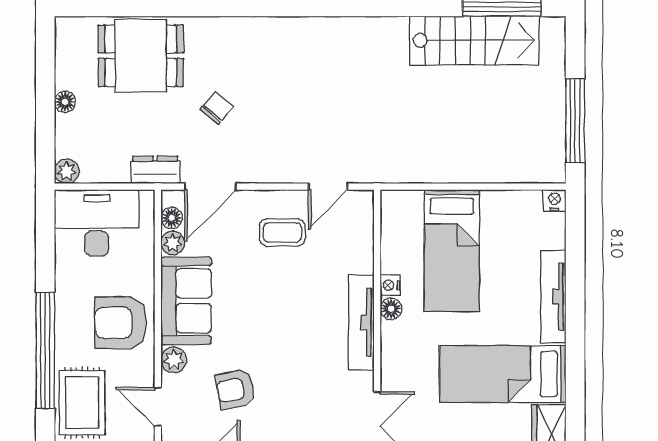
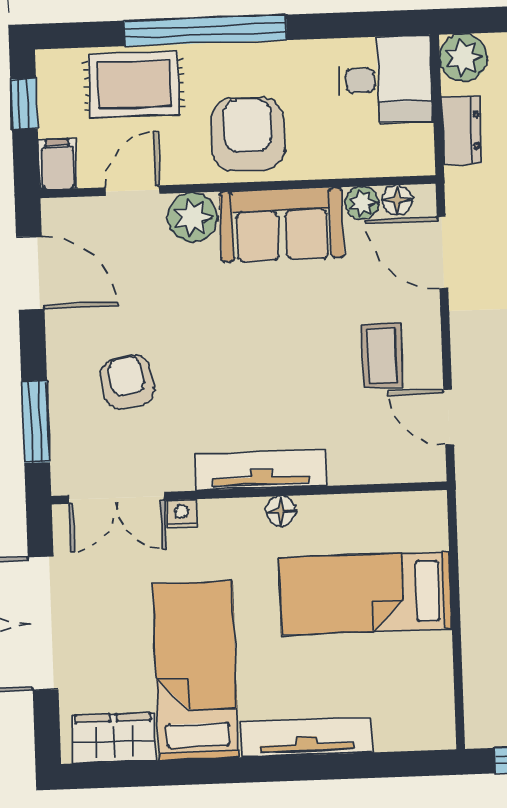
dresser: (155, 170) -> (462, 130), moved
plant: (67, 171) -> (463, 57), width x1.38, depth x1.38
nightstand: (555, 200) -> (441, 734), removed
desk: (97, 223) -> (385, 80), width x0.73
nightstand: (390, 285) -> (181, 514), moved
plant: (174, 360) -> (192, 217), width x1.38, depth x1.38
armchair: (235, 389) -> (127, 382), moved

